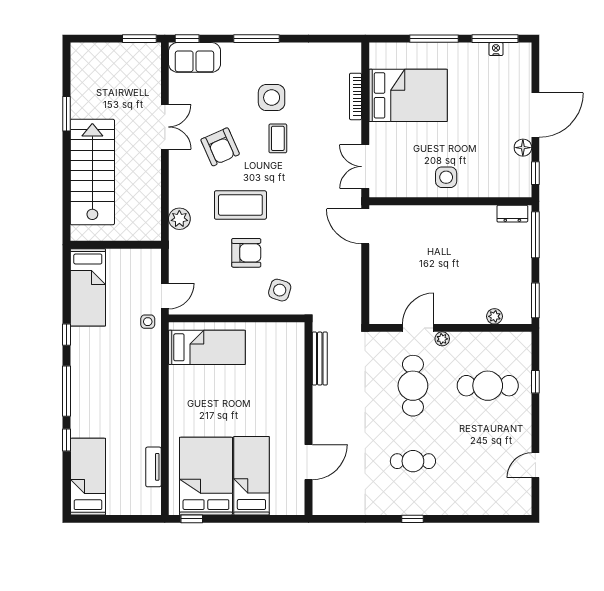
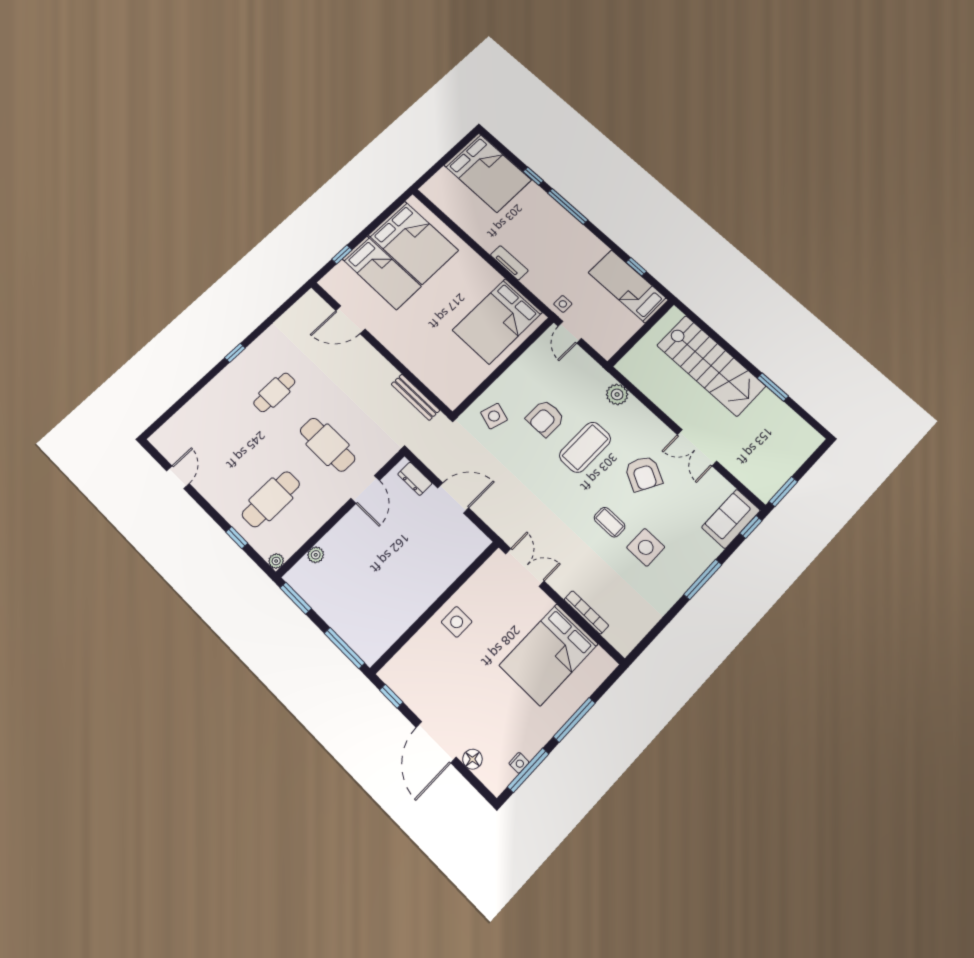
armchair: (220, 147) -> (644, 474), turned -128
floor lamp: (523, 148) -> (472, 759), moved
dresser: (512, 214) -> (415, 479), moved, turned -90
door: (365, 226) -> (453, 498), moved
window: (67, 335) -> (636, 267), moved
plant: (442, 339) -> (276, 561), moved
bed: (207, 347) -> (497, 321), width x1.50
door: (309, 462) -> (350, 320), hinge flipped
tv unit: (153, 467) -> (509, 263), moved
bed: (88, 477) -> (488, 173), width x1.50
window: (192, 519) -> (342, 254), moved

